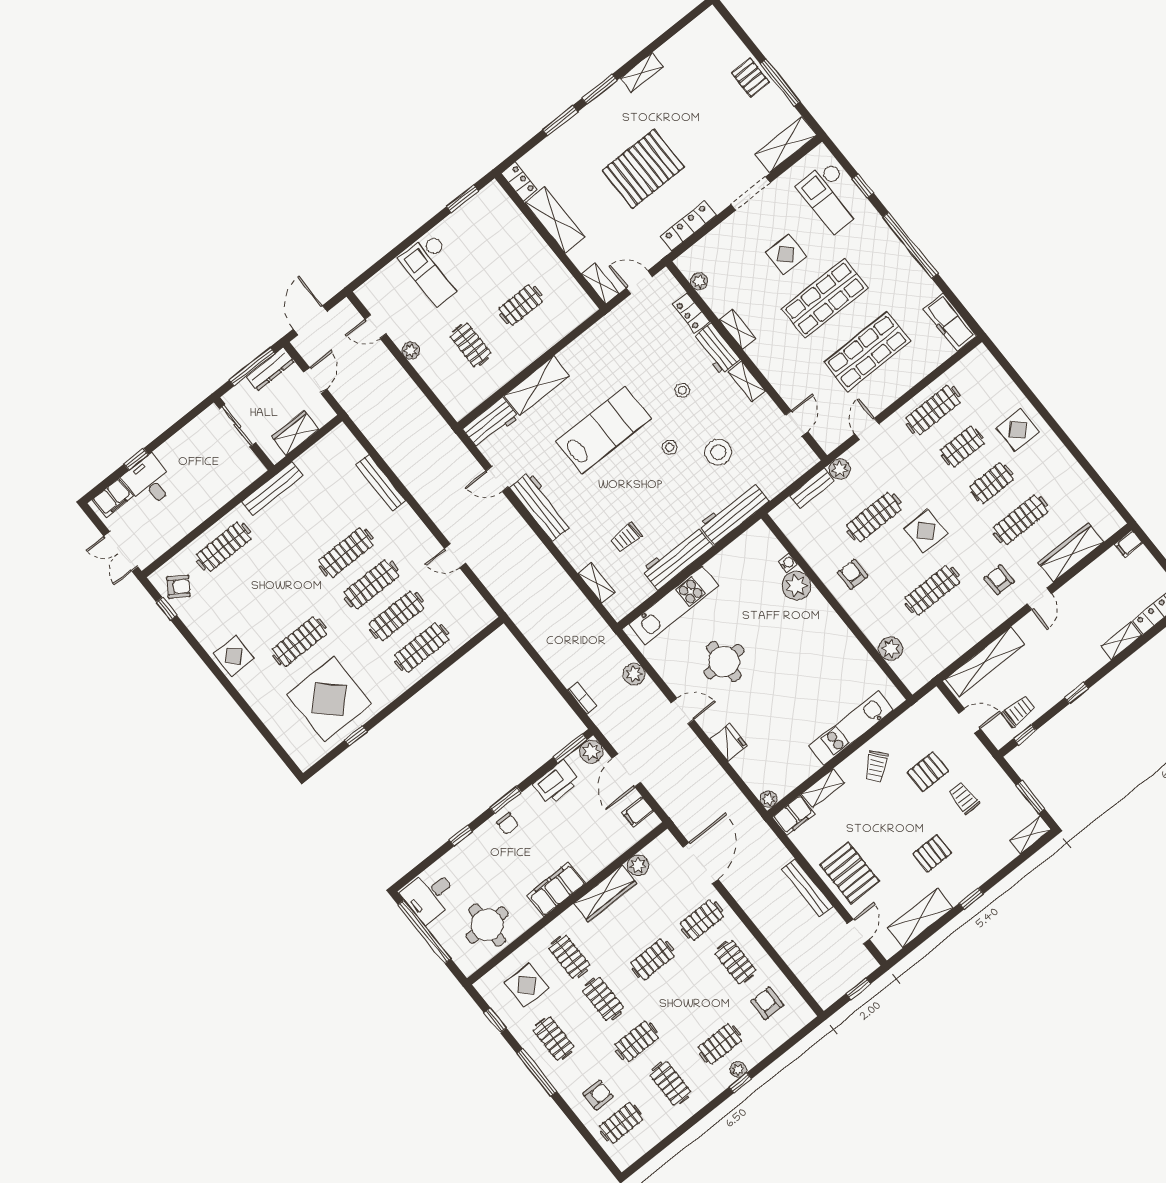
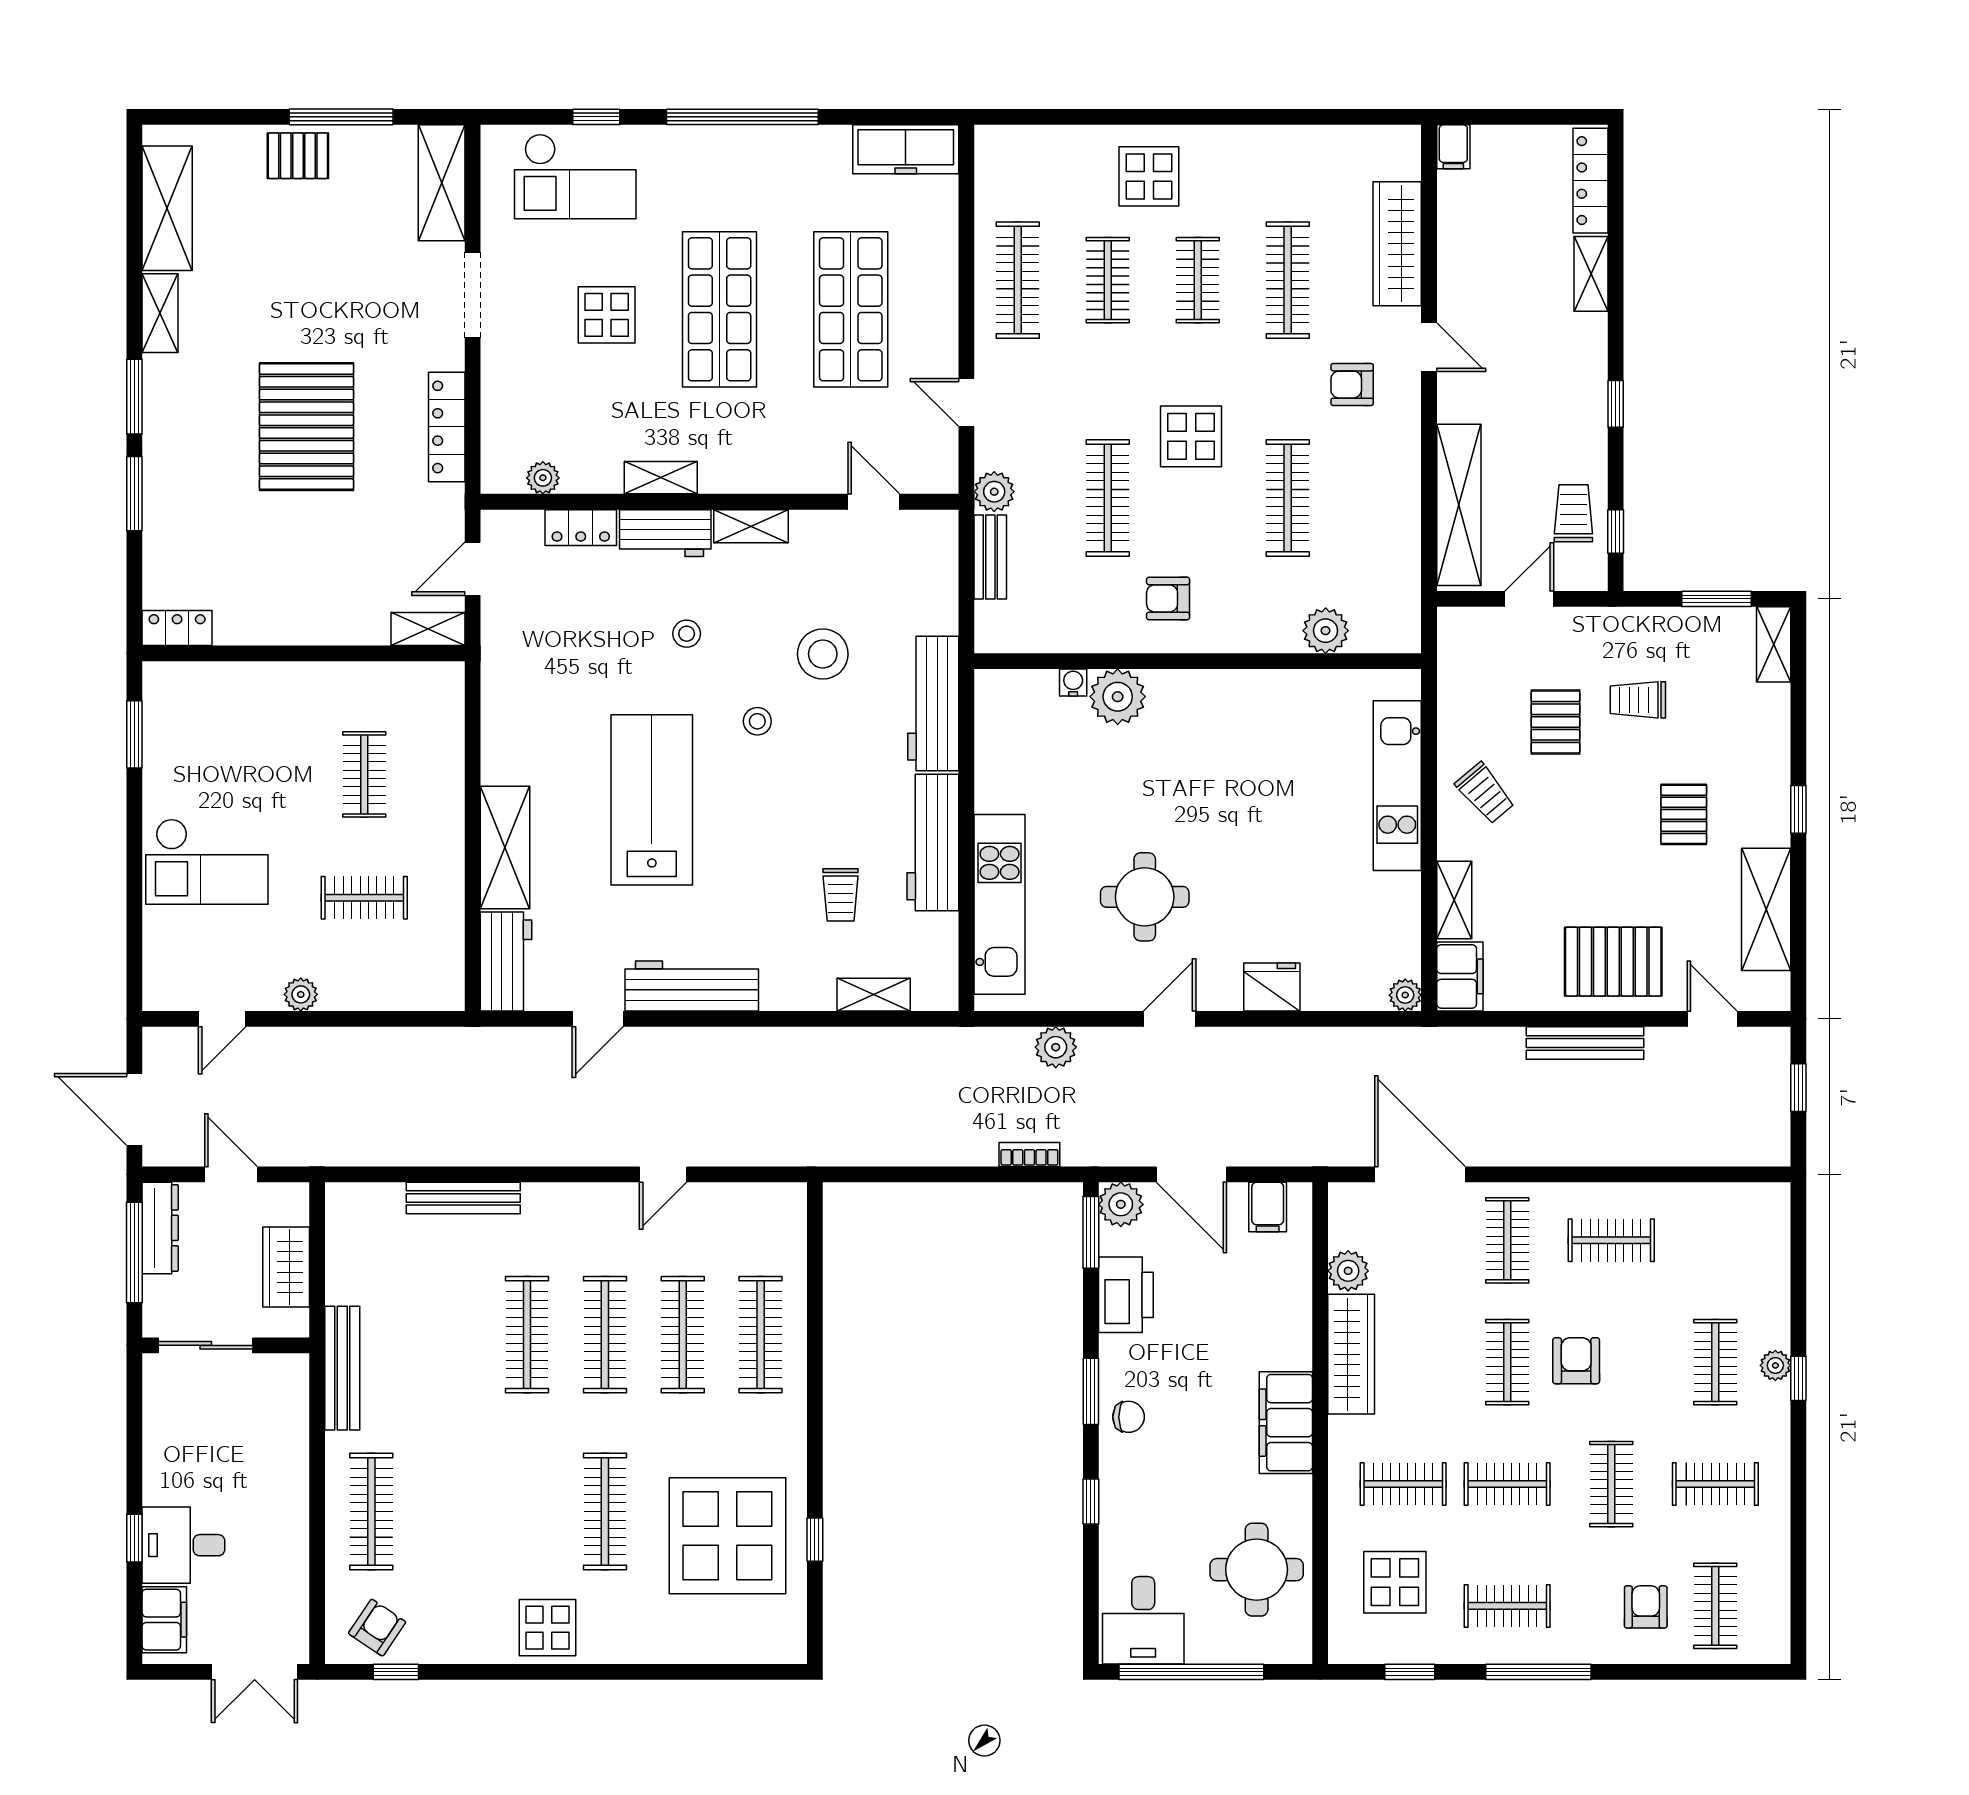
shelving: (555, 220) -> (167, 208), moved, turned 90
armchair: (767, 1003) -> (1576, 1361), moved, turned 90

